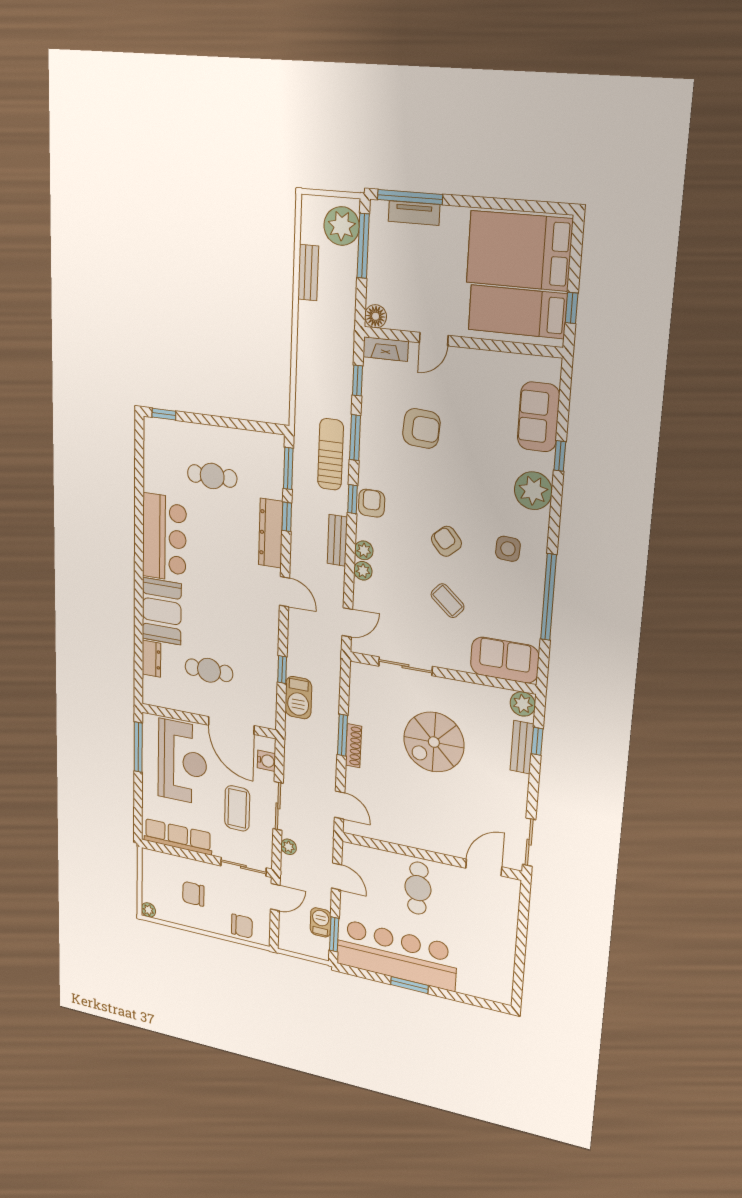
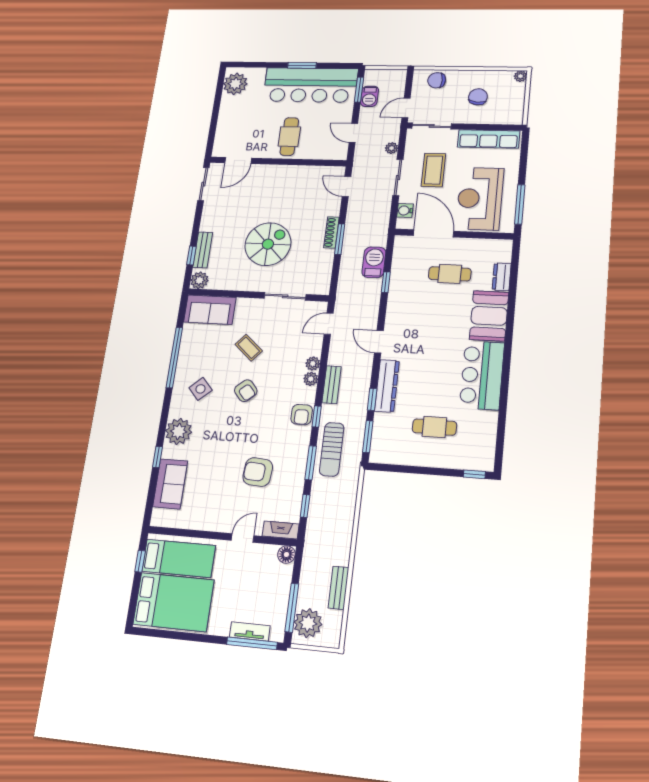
side table: (508, 549) -> (200, 389), turned 45
chair: (193, 894) -> (478, 97), turned -84
plant: (497, 979) -> (235, 84), added

